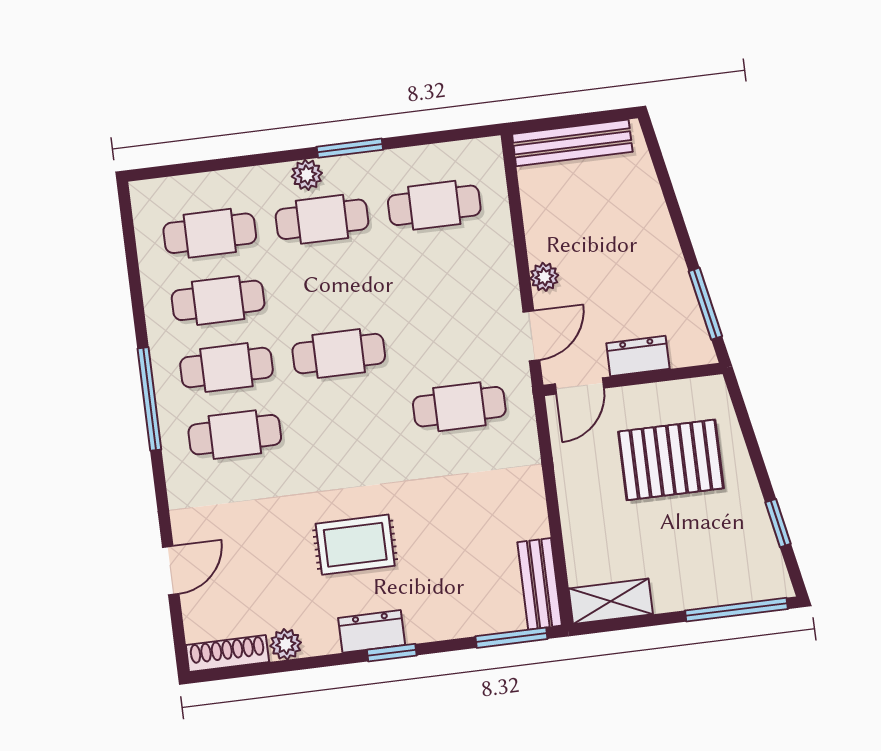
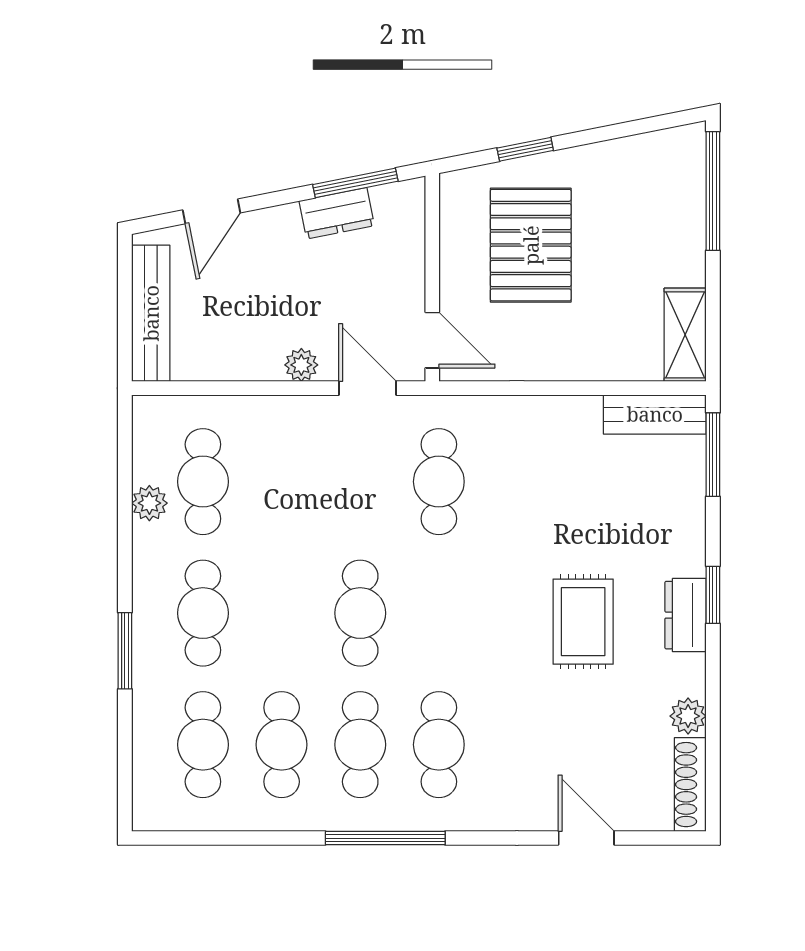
window: (350, 148) -> (125, 651), moved
plant: (307, 175) -> (149, 503), moved
door: (666, 184) -> (212, 211), added
dresser: (638, 356) -> (337, 213), moved, turned -101
window: (778, 523) -> (525, 149), moved

